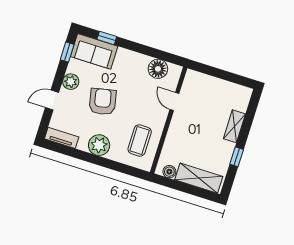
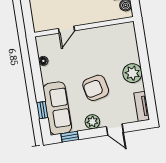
sofa: (94, 51) -> (57, 108), width x1.36
floor lamp: (158, 69) -> (43, 61), width x0.53, depth x0.53
coffee table: (140, 140) -> (112, 42), removed

